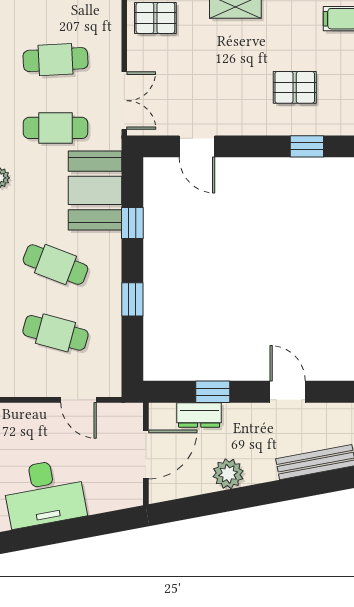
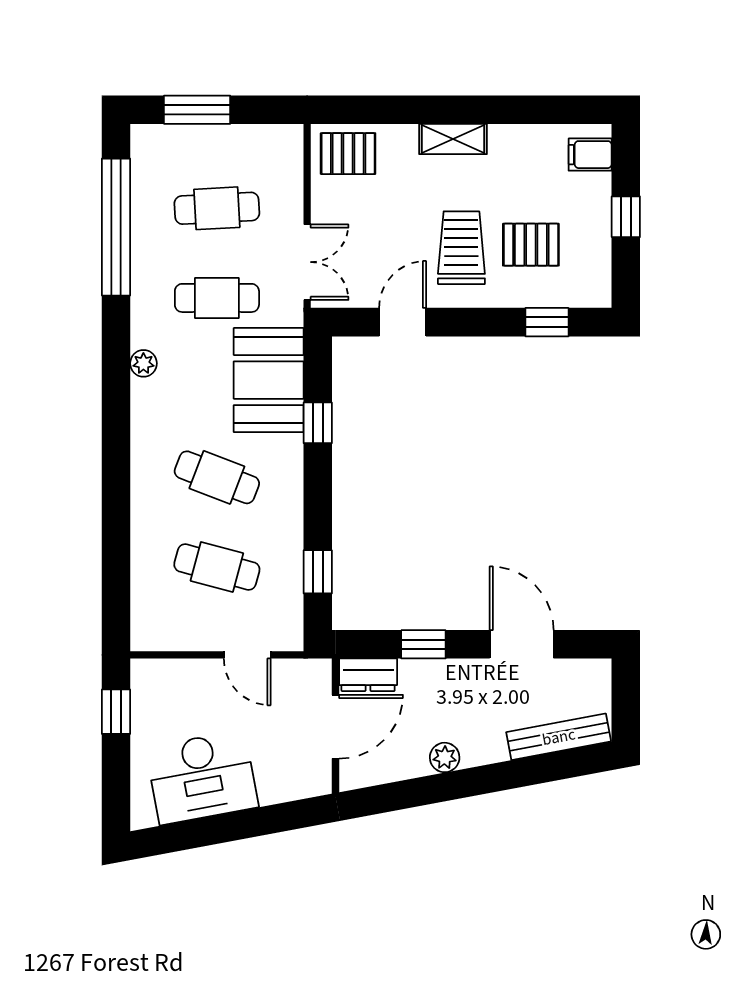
trolley: (242, 90) -> (461, 248), added
door: (197, 146) -> (403, 322), swing flipped
window: (132, 299) -> (318, 572), moved
door: (288, 392) -> (522, 644), width x1.38
dresser: (199, 415) -> (368, 675), moved
plant: (228, 474) -> (445, 757), width x0.73, depth x0.73

